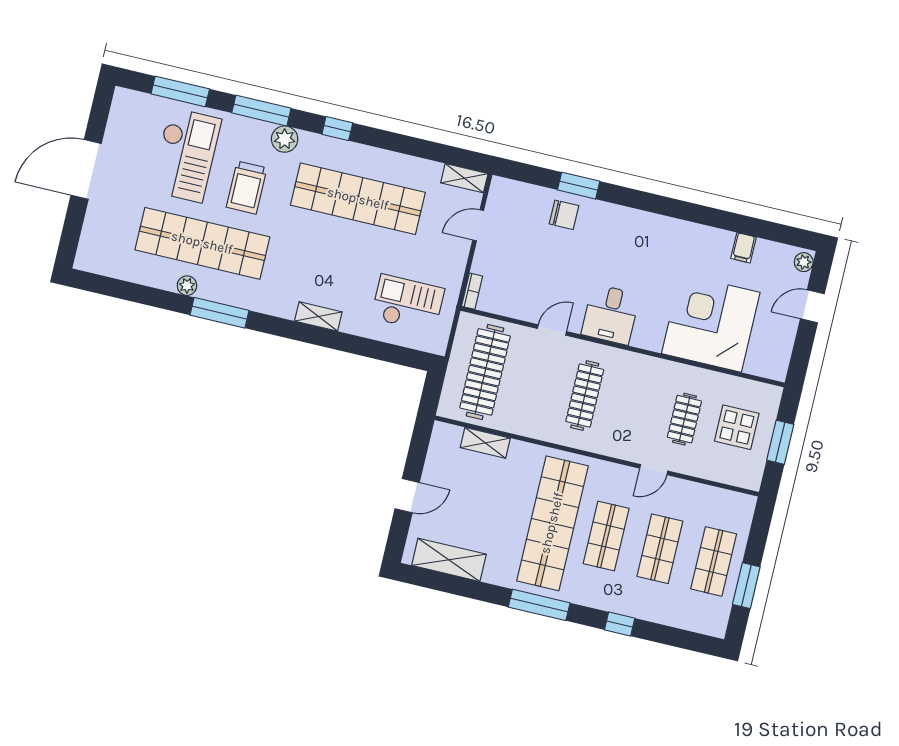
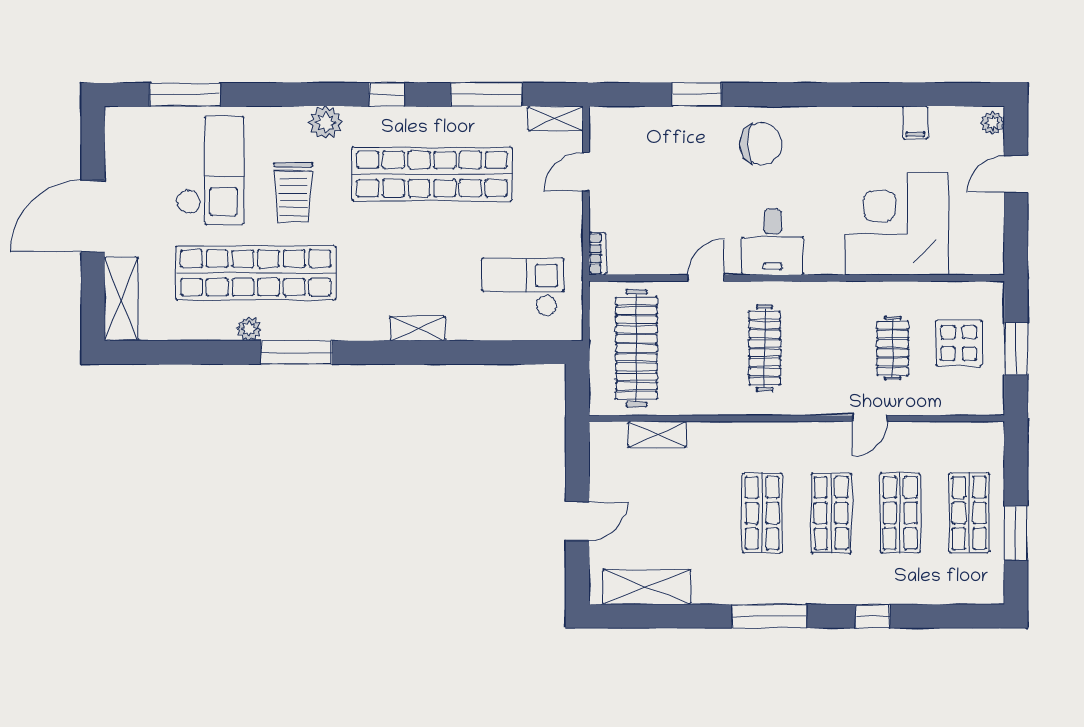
window: (261, 111) -> (486, 94), moved
chair: (564, 215) -> (761, 144), moved, width x1.37, depth x1.37
shelving: (93, 239) -> (121, 299), added
shop shelf: (552, 523) -> (762, 513), width x0.50, depth x0.74

